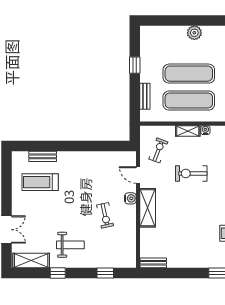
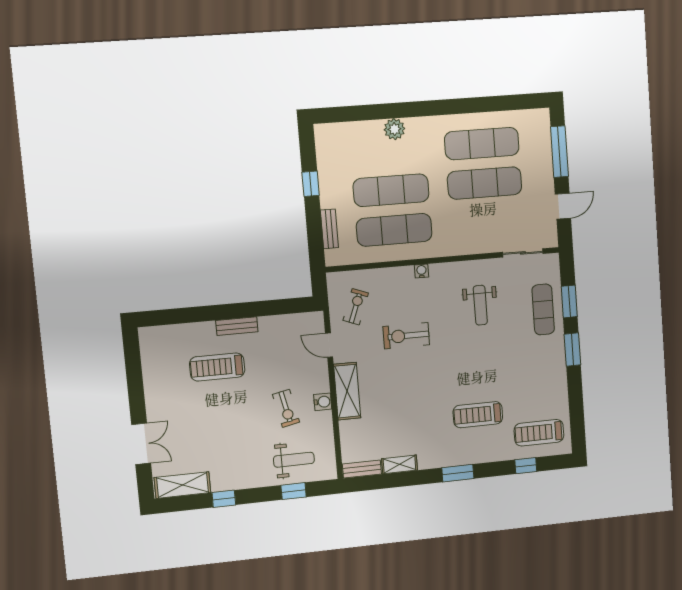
shelving: (188, 131) -> (400, 464), moved
bench: (43, 156) -> (237, 326), moved
treadmill: (40, 182) -> (217, 367), moved
water cooler: (130, 198) -> (323, 402), moved
weight bench: (70, 245) -> (294, 460), moved

